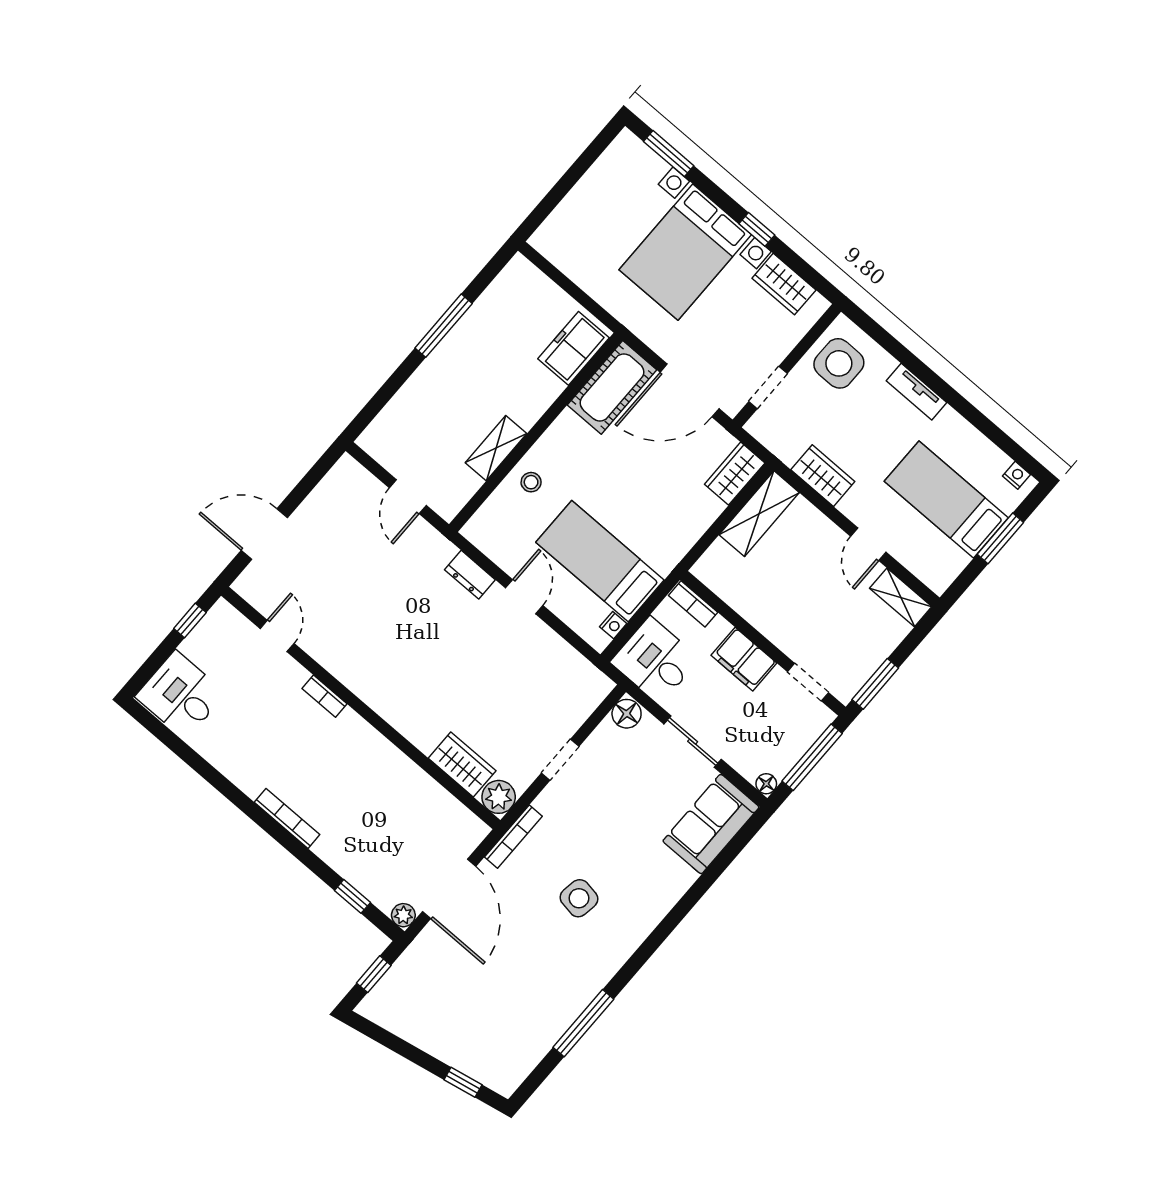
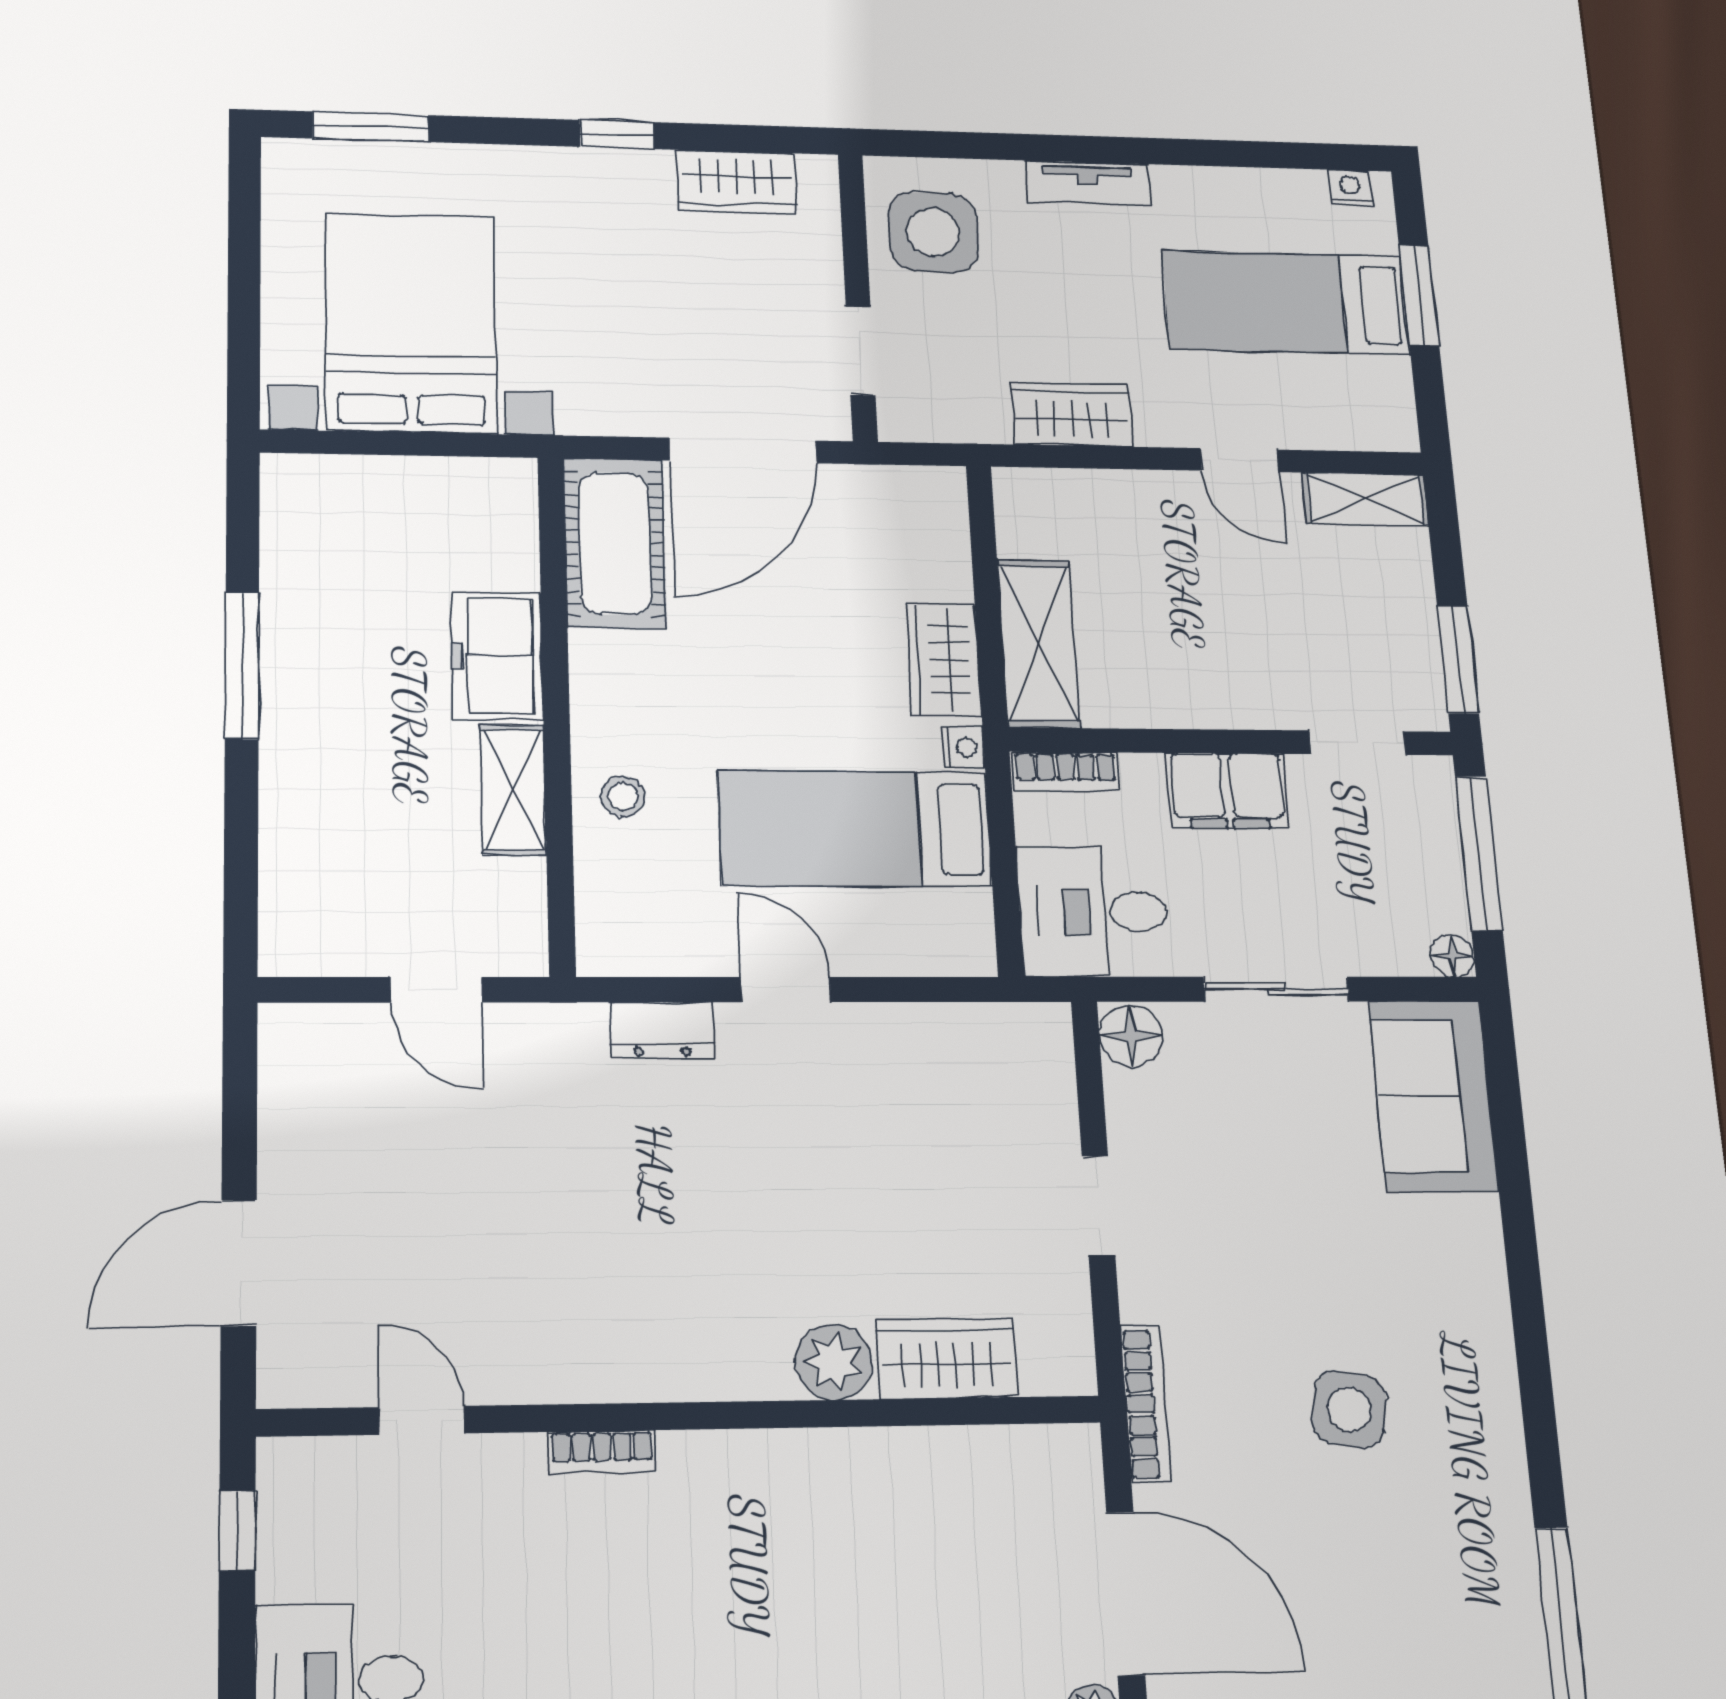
bed with nightstands: (685, 252) -> (411, 323), moved, turned 180
freezer: (574, 348) -> (497, 656), moved
wardrobe: (735, 474) -> (944, 660), moved
shelving: (759, 514) -> (1038, 644), moved
nightstand: (613, 625) -> (963, 748), moved
plant: (499, 797) -> (834, 1362), moved

